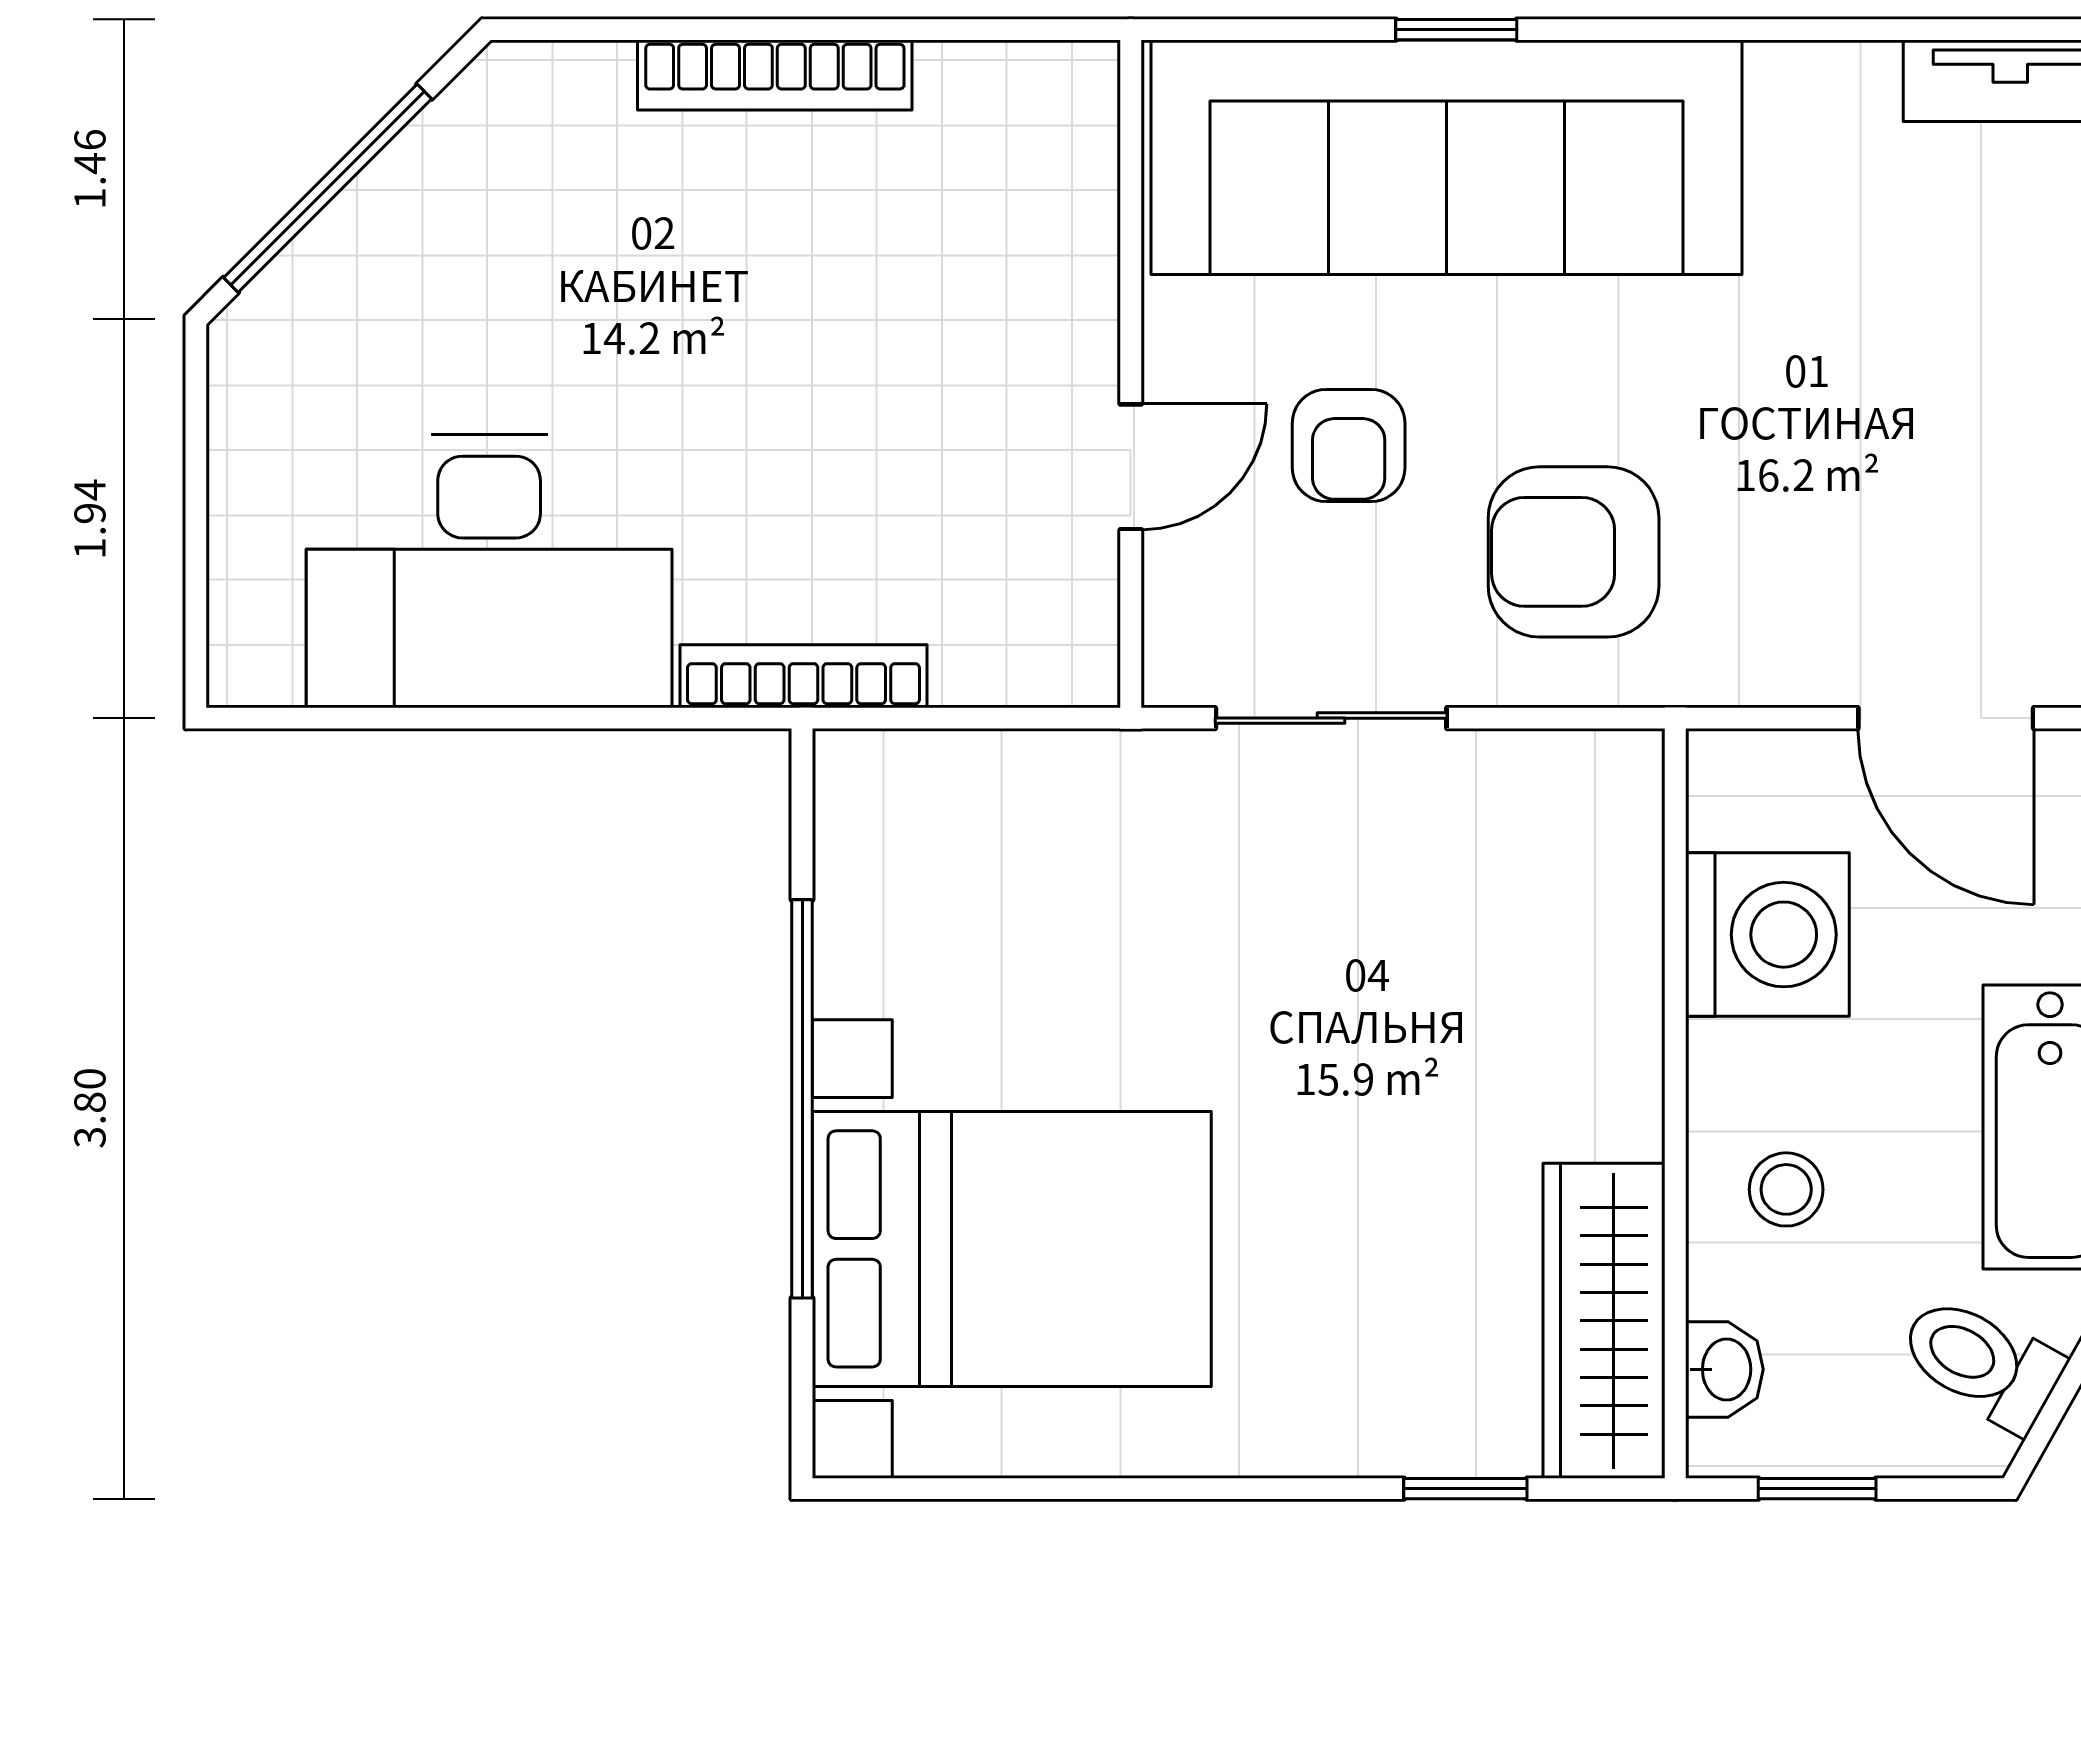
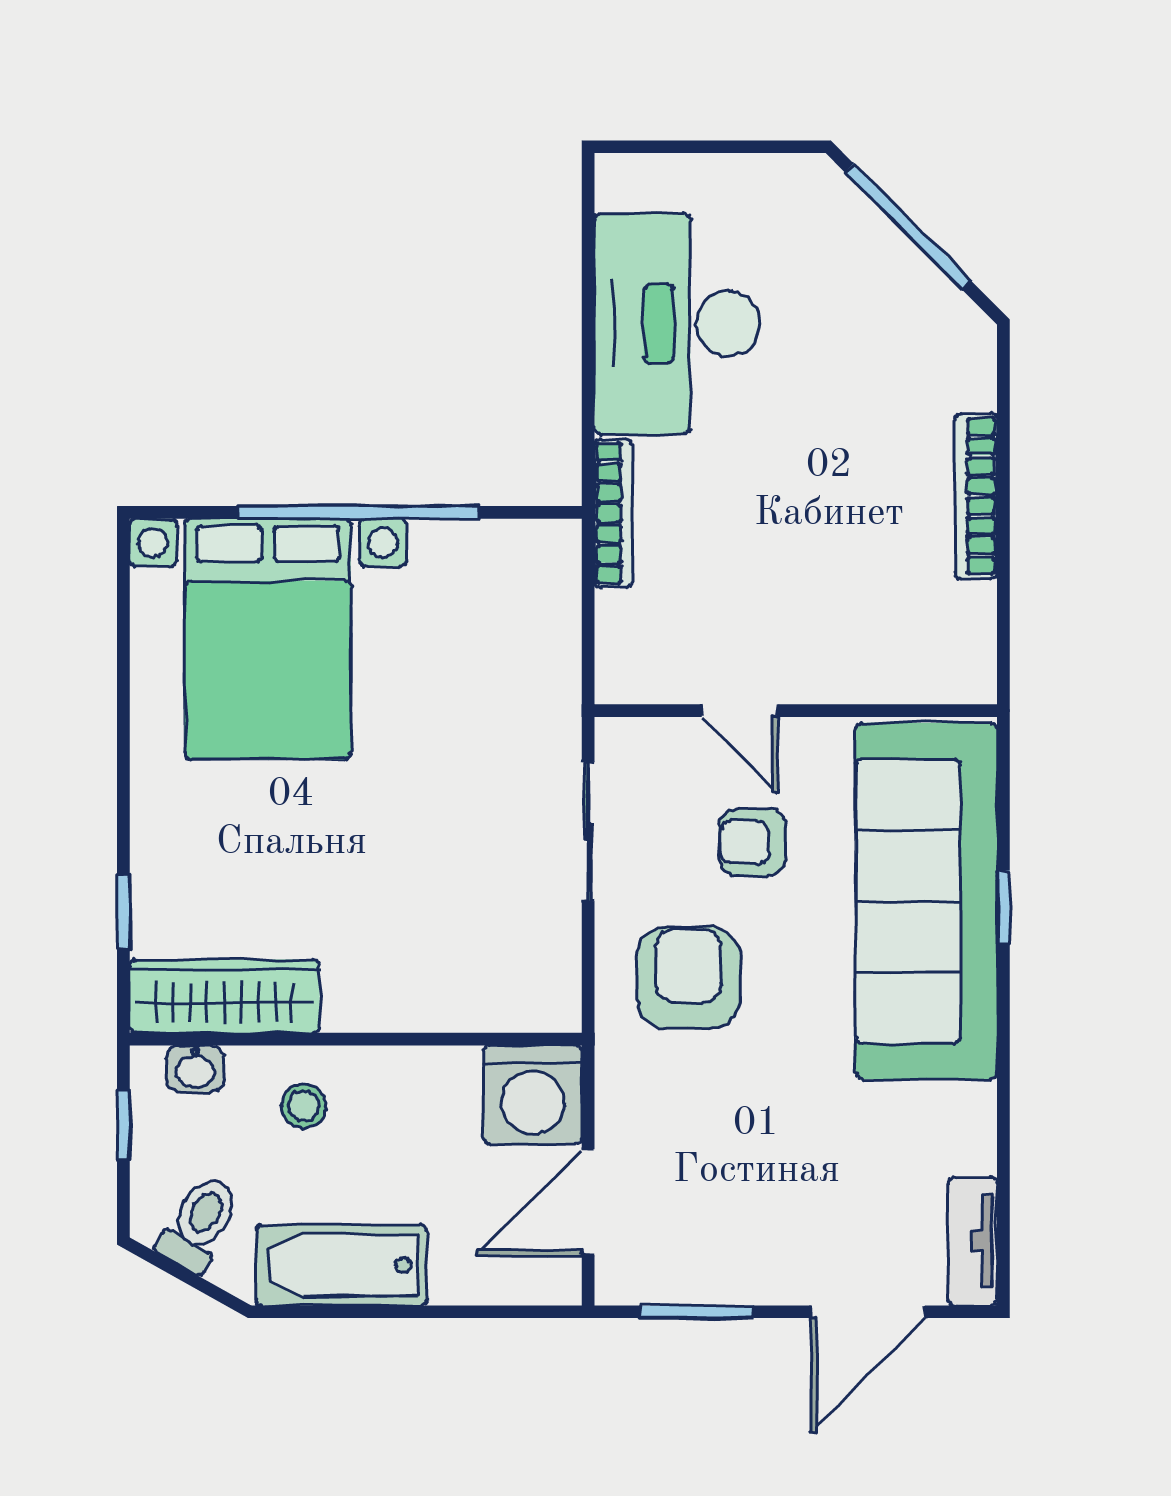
washing machine: (1767, 935) -> (533, 1095), moved

